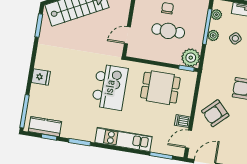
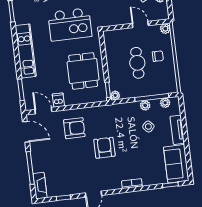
door: (127, 35) -> (140, 24), moved
plant: (191, 58) -> (115, 95), width x0.53, depth x0.53
armchair: (215, 113) -> (74, 128), turned 134

